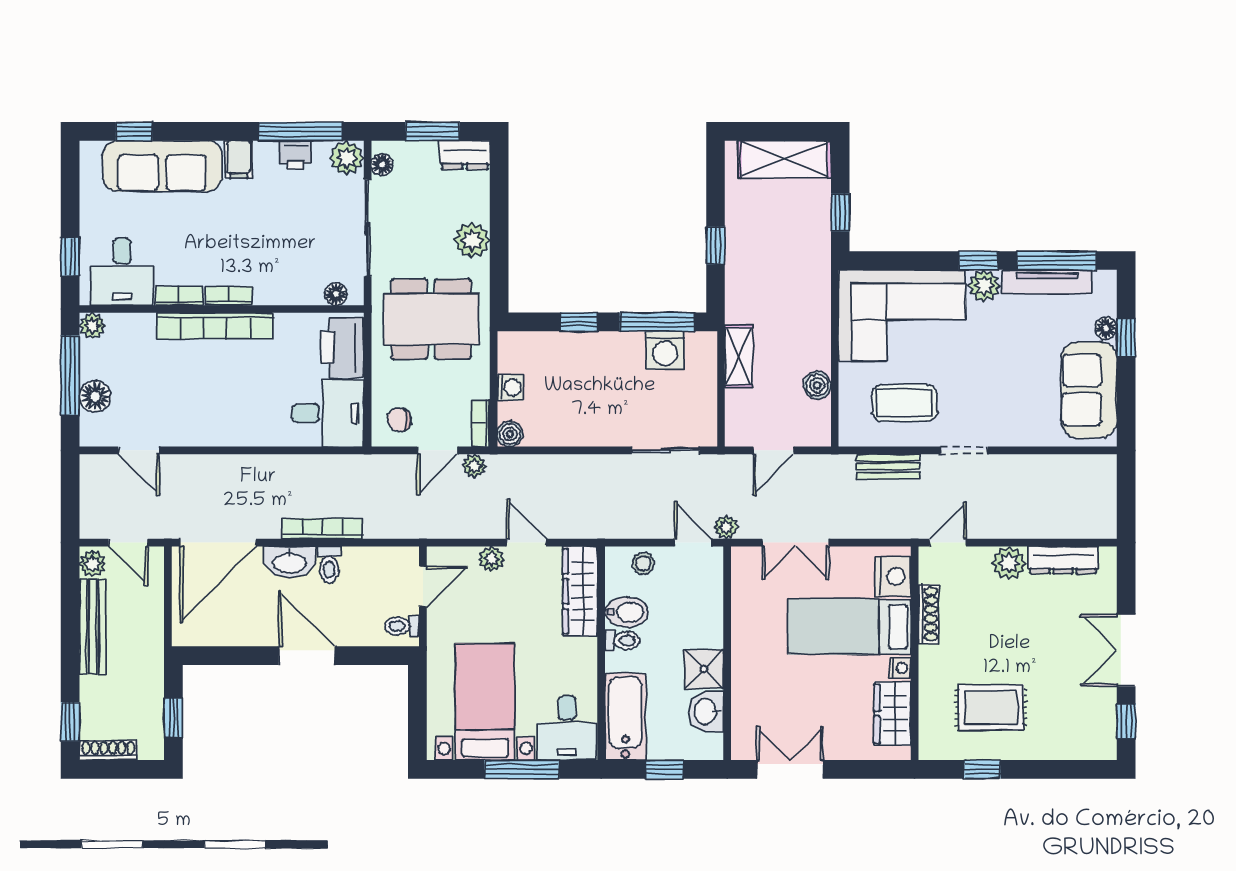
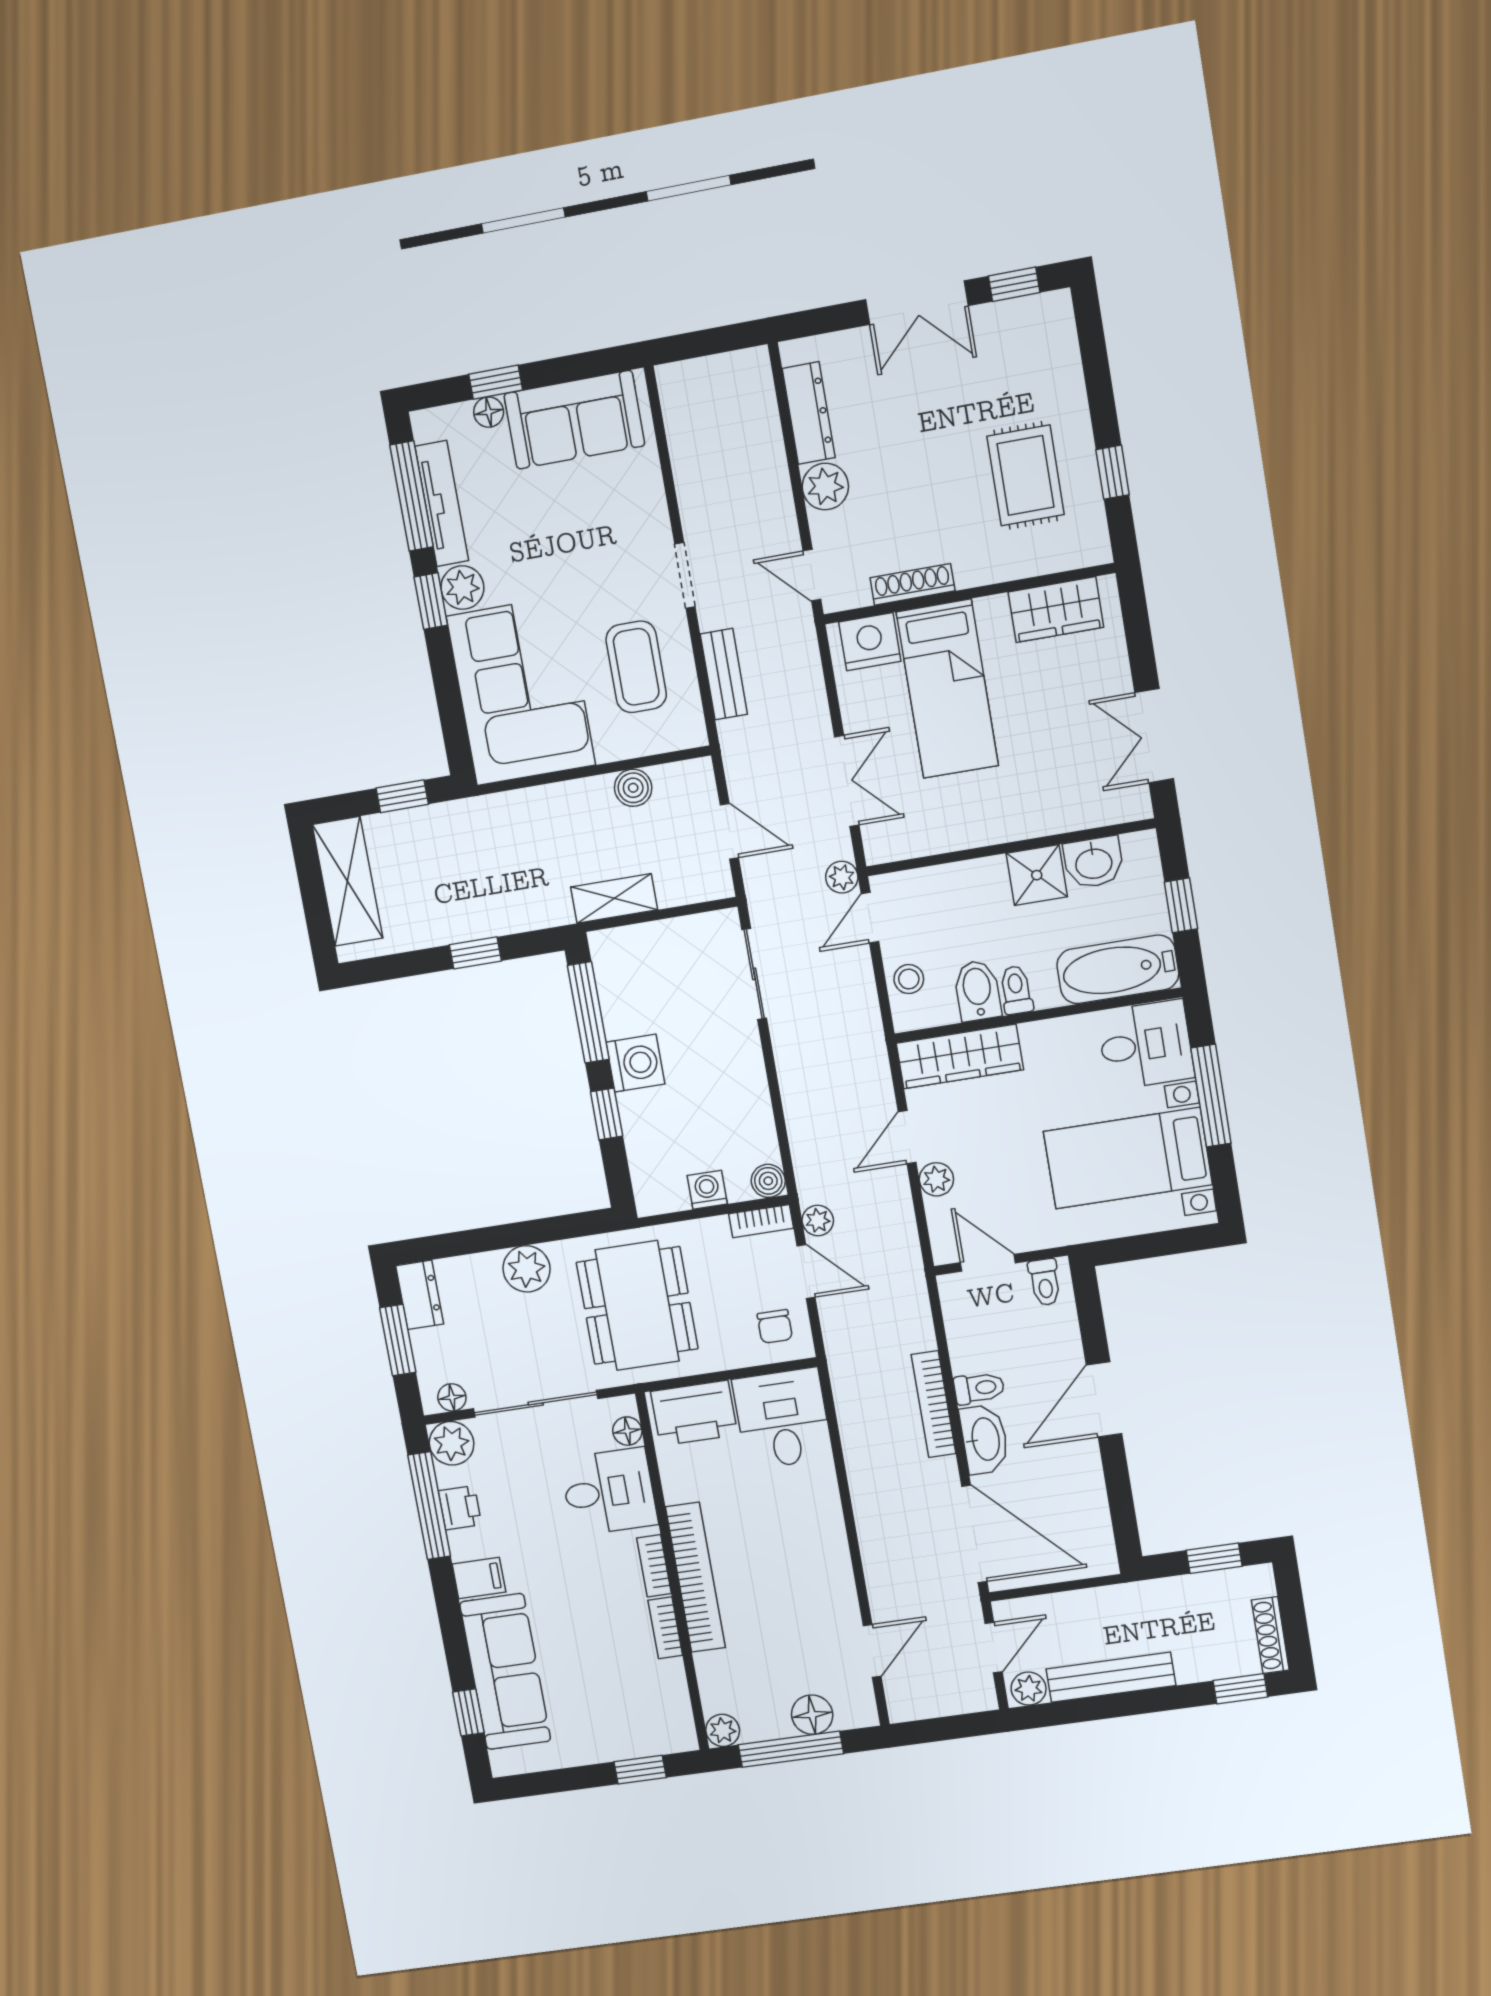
desk: (122, 272) -> (609, 1492), moved
washing machine: (665, 350) -> (635, 1063), moved
nightstand: (900, 668) -> (992, 610), removed

